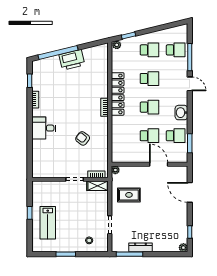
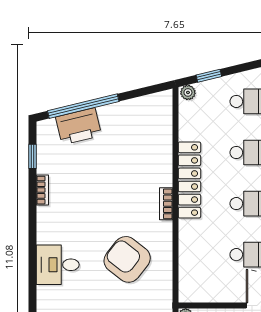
printer: (72, 60) -> (79, 126), moved
desk: (44, 128) -> (58, 265), moved
armchair: (83, 138) -> (127, 259), width x1.88, depth x1.88

